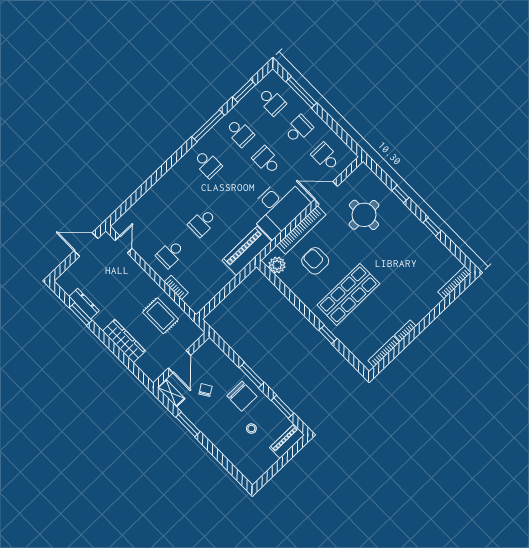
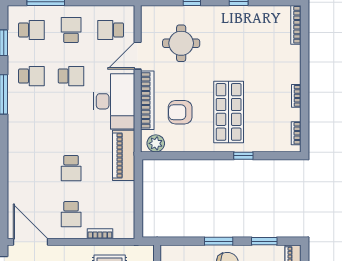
school desk: (267, 160) -> (71, 76), turned 180
school desk: (208, 164) -> (31, 122), removed
door: (124, 244) -> (31, 242), width x1.87
bookcase: (384, 352) -> (296, 133), width x0.64

